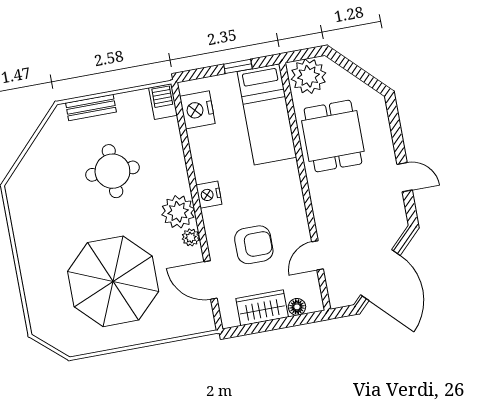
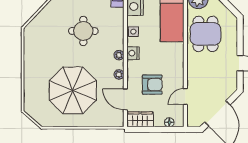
side table: (203, 156) -> (133, 32), added
plant: (178, 212) -> (119, 55), width x0.53, depth x0.53
wardrobe: (262, 308) -> (140, 119), moved

